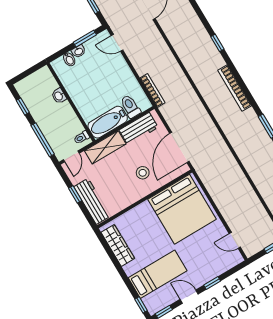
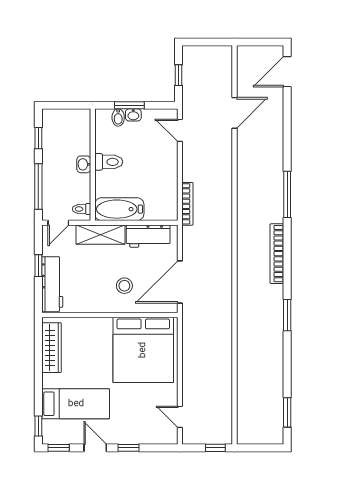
window: (85, 39) -> (129, 105), moved
window: (217, 43) -> (287, 194), width x2.17
washbasin: (59, 96) -> (84, 164), moved
toilet: (130, 106) -> (109, 162), moved, turned 90

